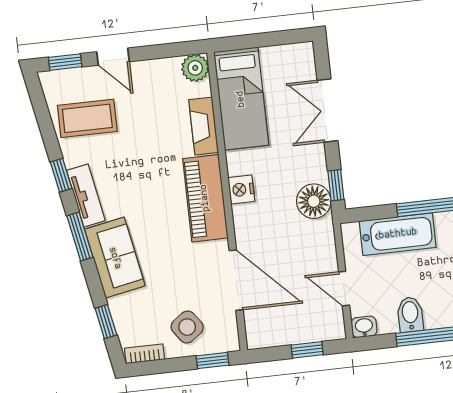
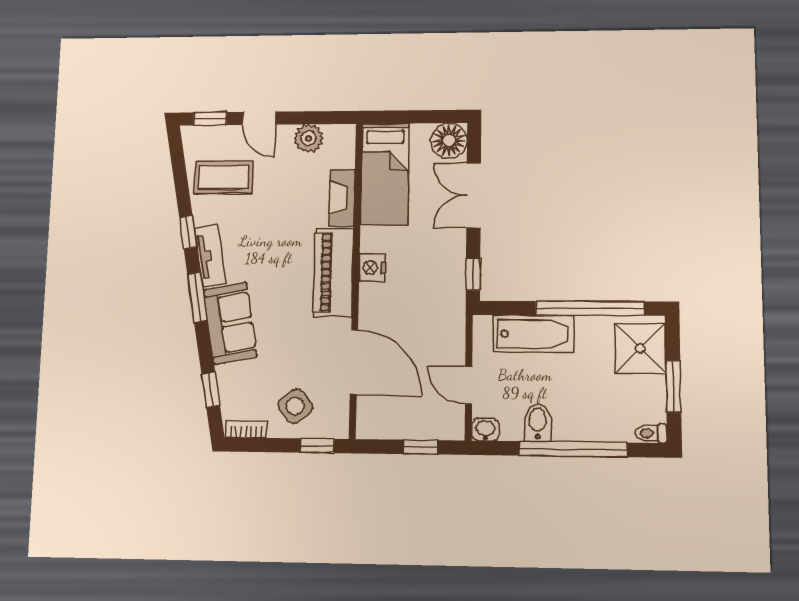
plant: (195, 68) -> (308, 138), moved
floor lamp: (314, 201) -> (449, 141), moved

